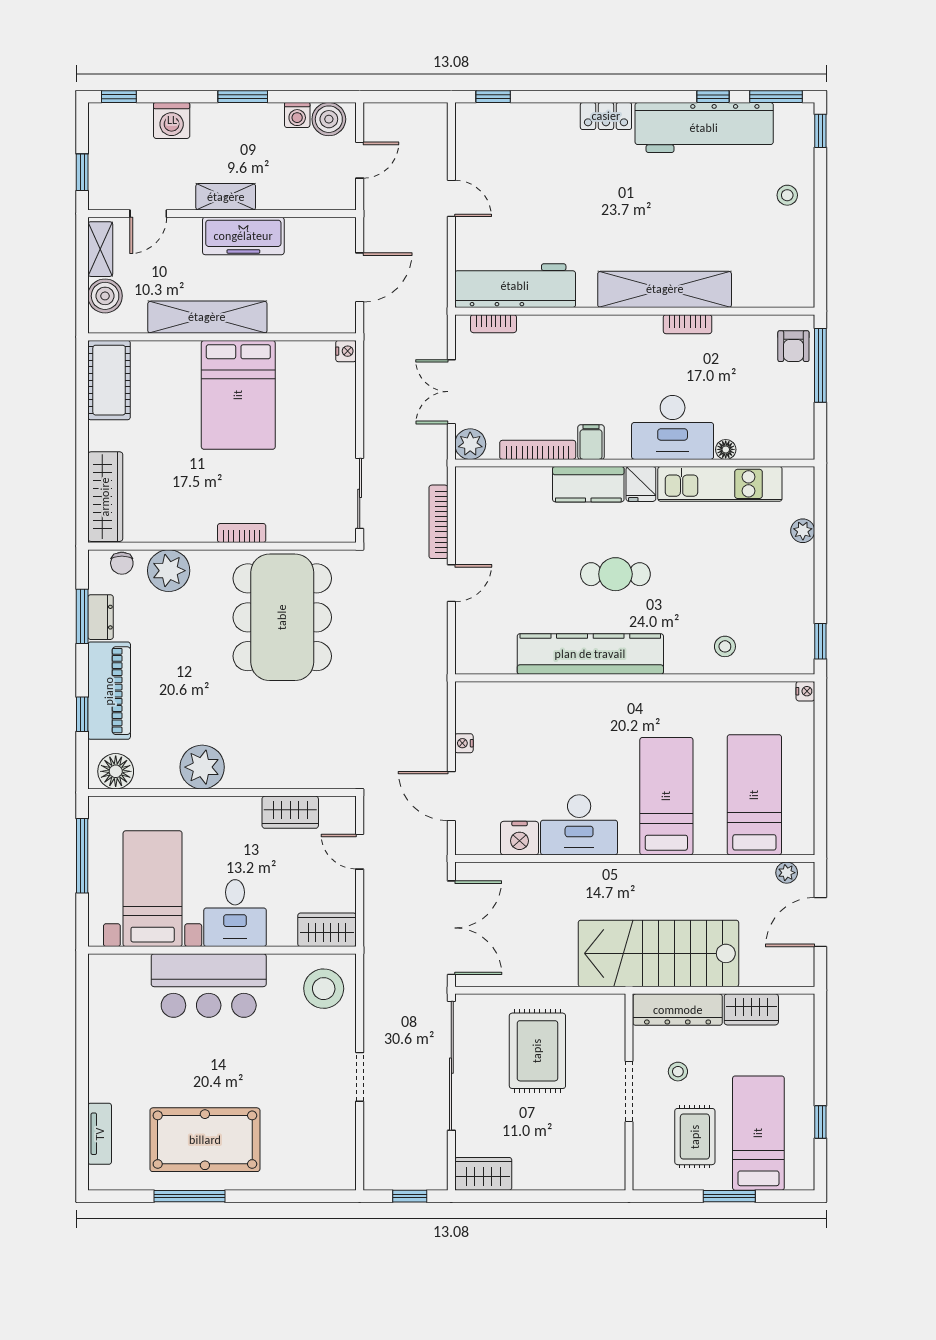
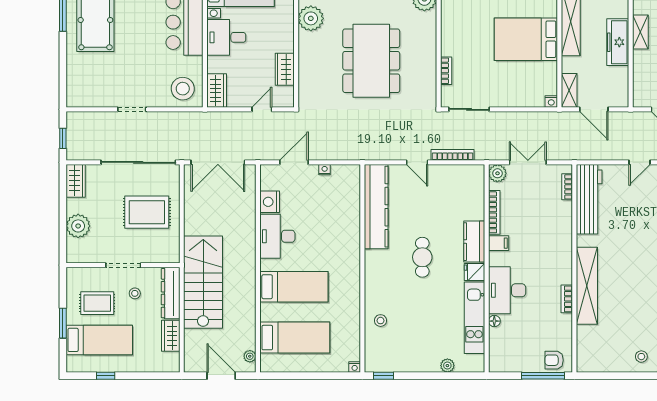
shelving: (327, 320) -> (569, 90), added
bookcase: (242, 533) -> (446, 71), moved
dining table: (282, 617) -> (371, 61), moved, turned 90
kitchen counter: (590, 654) -> (376, 207), moved
plant: (561, 1170) -> (78, 226), added

